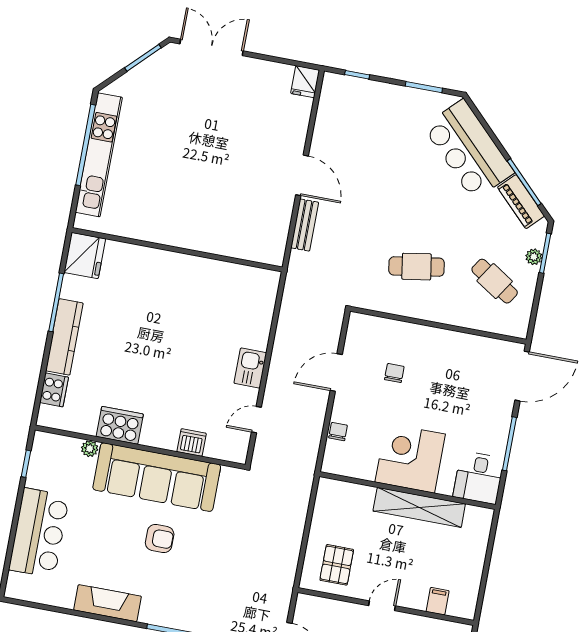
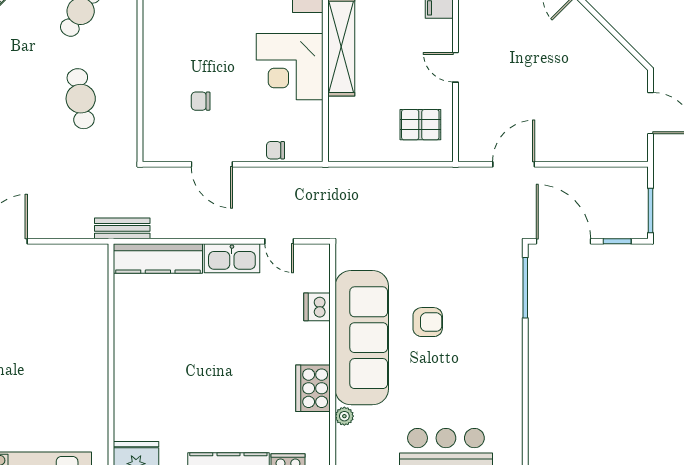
bench: (305, 225) -> (122, 228), moved
kitchen counter: (261, 309) -> (158, 259), added
kitchen sink: (250, 368) -> (232, 258), width x1.38
armchair: (160, 539) -> (428, 322), turned 90
fireplace: (107, 603) -> (508, 365), removed

